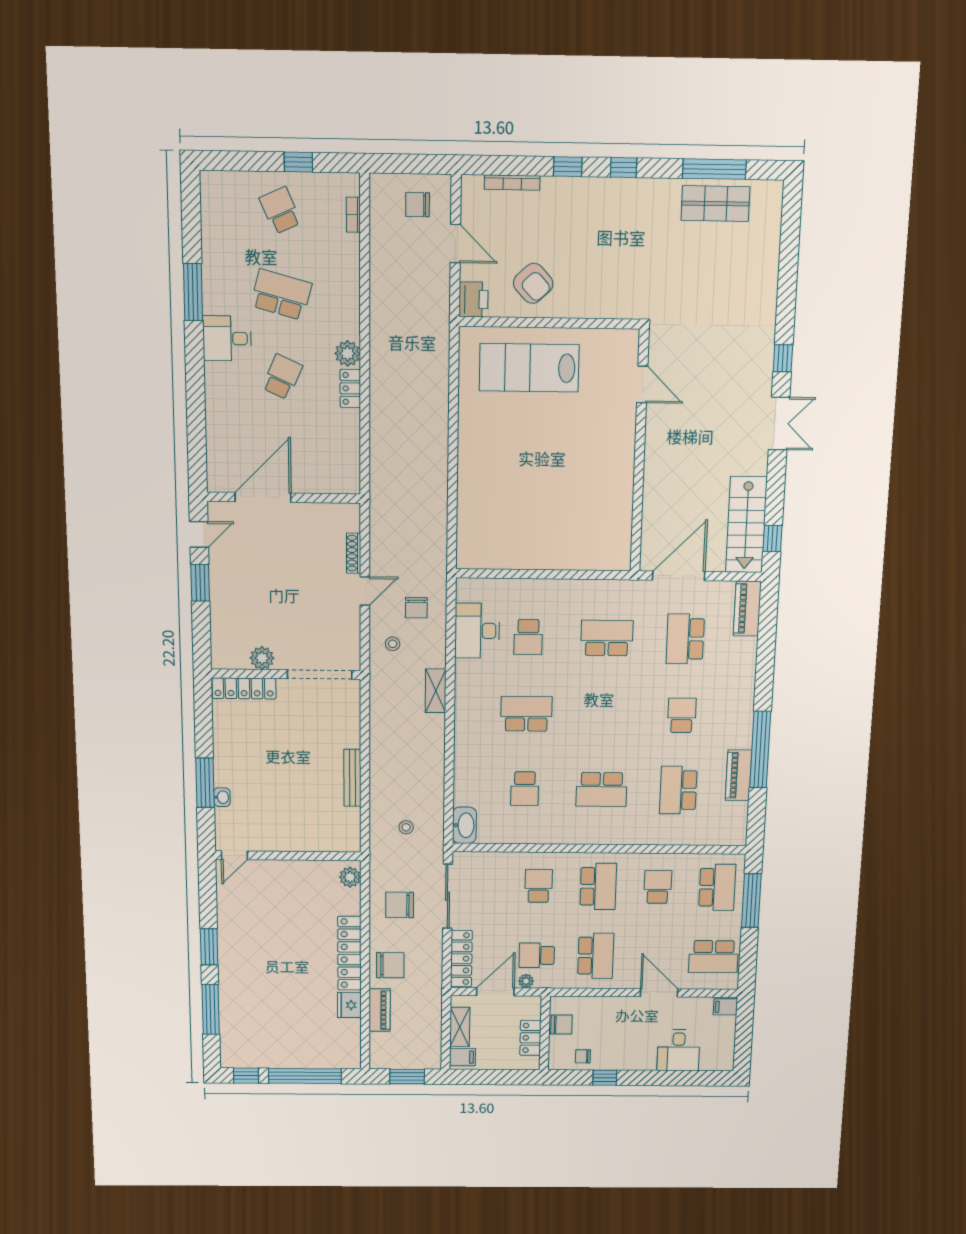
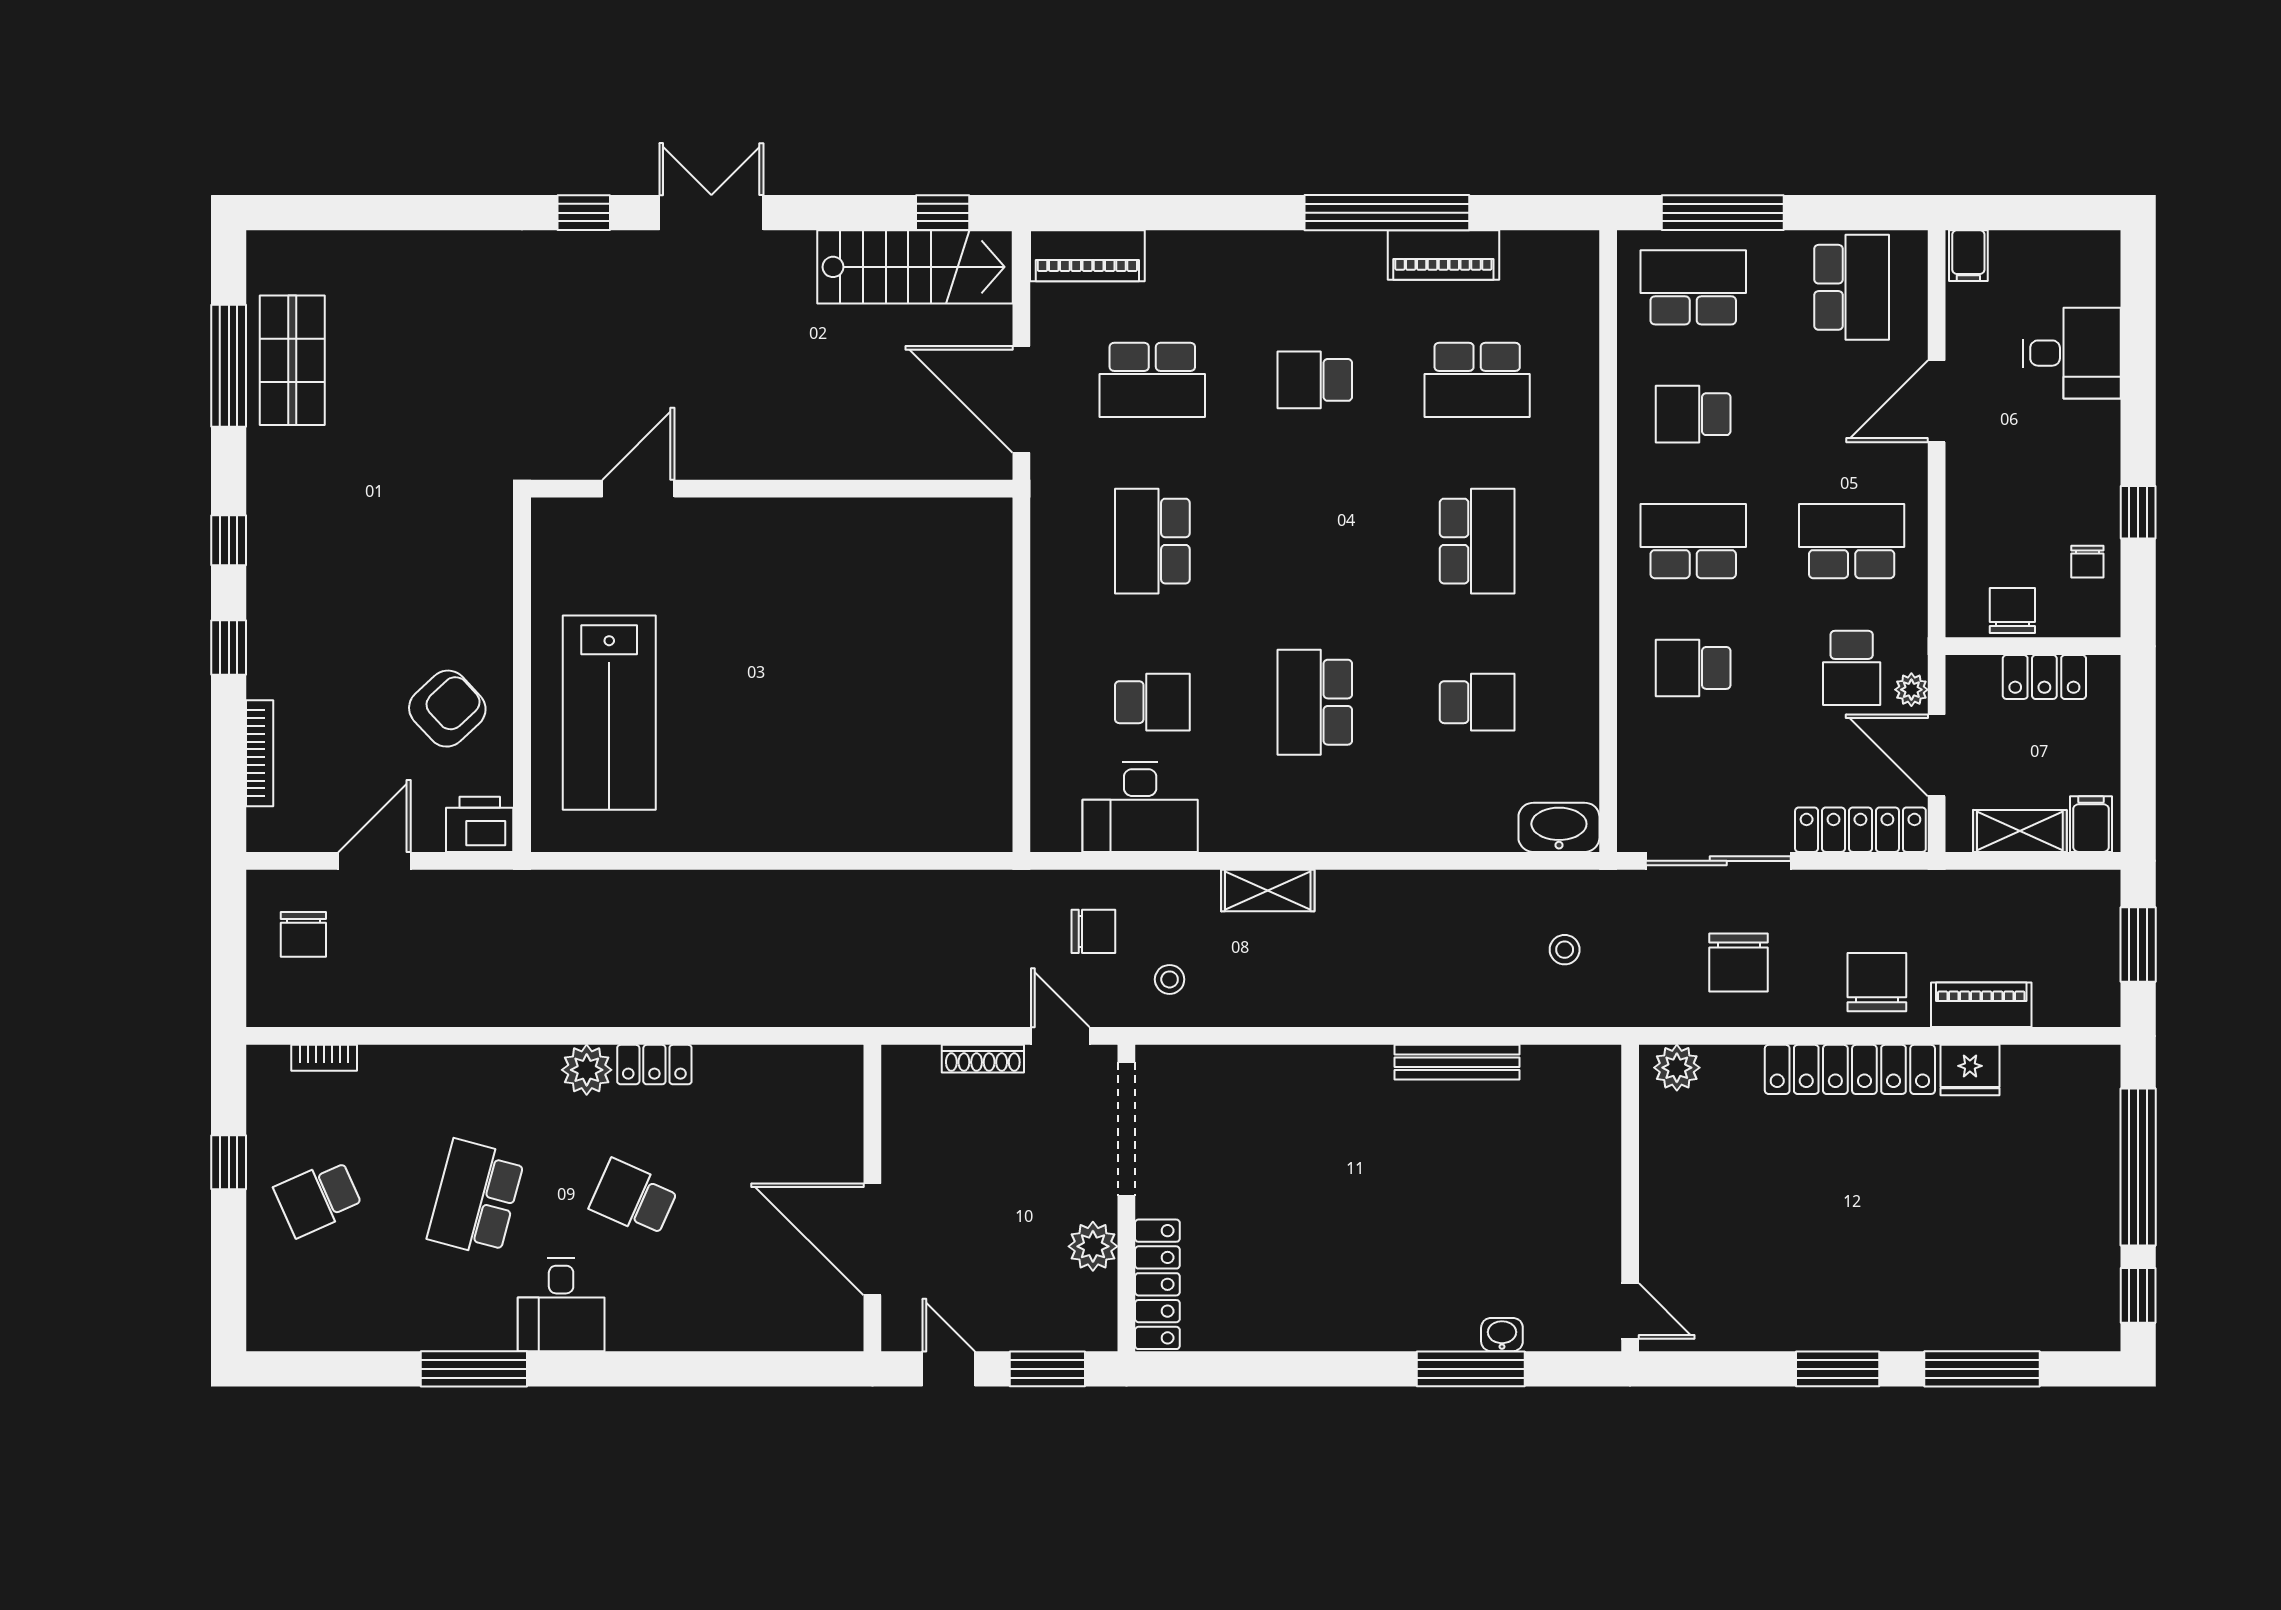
plant: (262, 658) -> (1093, 1246), moved
wall: (286, 674) -> (1126, 1198), moved
doorway: (320, 675) -> (1126, 1129), moved
locker: (244, 688) -> (1157, 1284), moved

